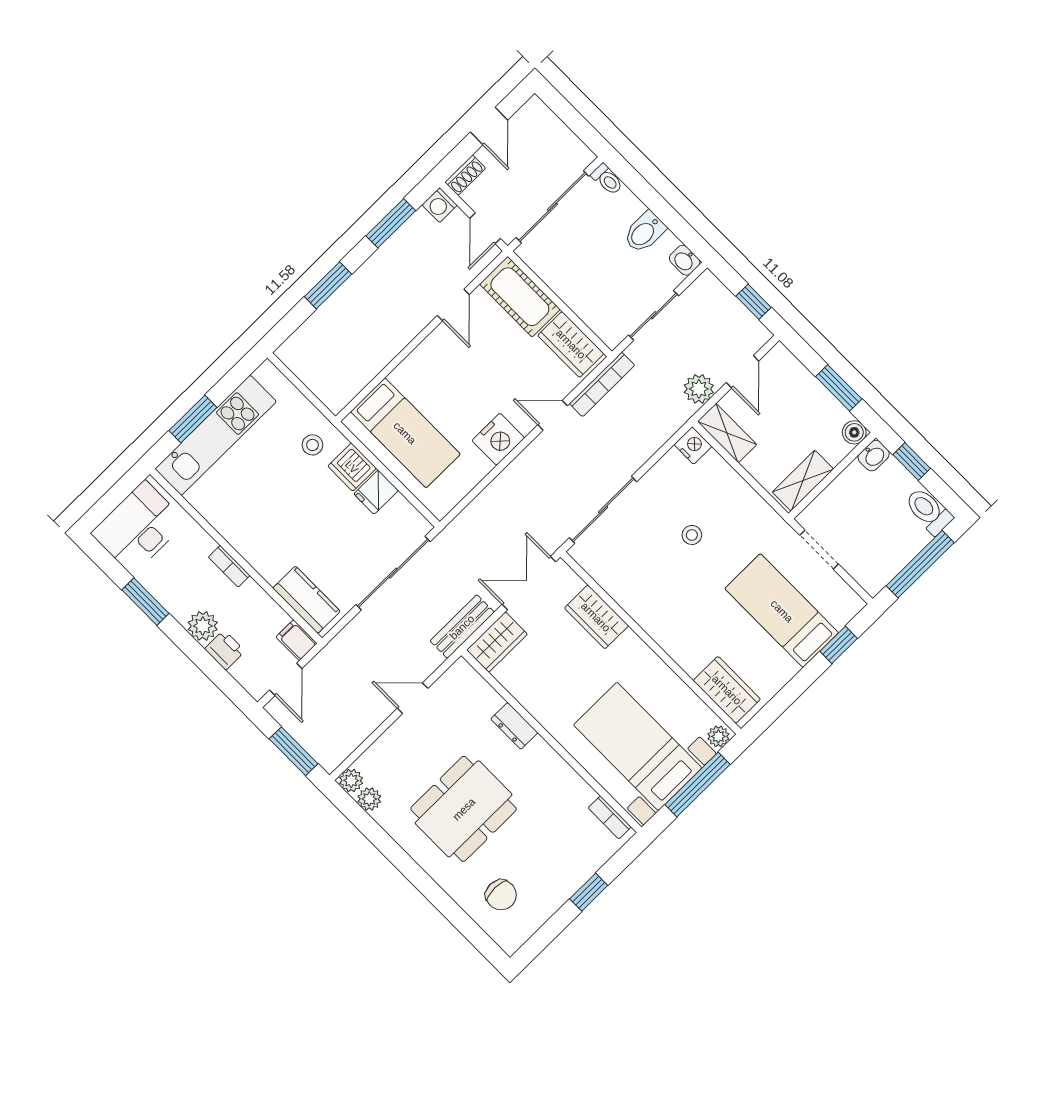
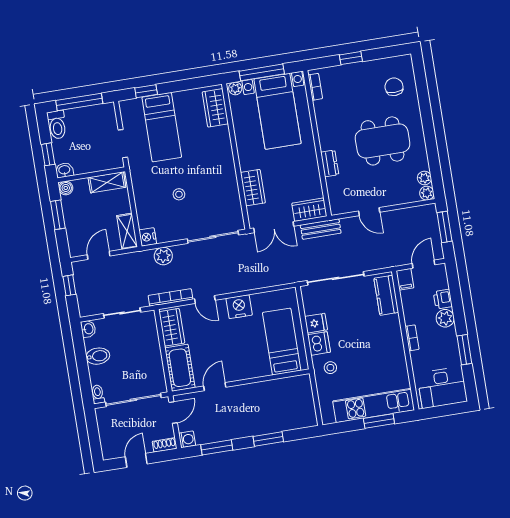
plant: (699, 389) -> (163, 256), moved

